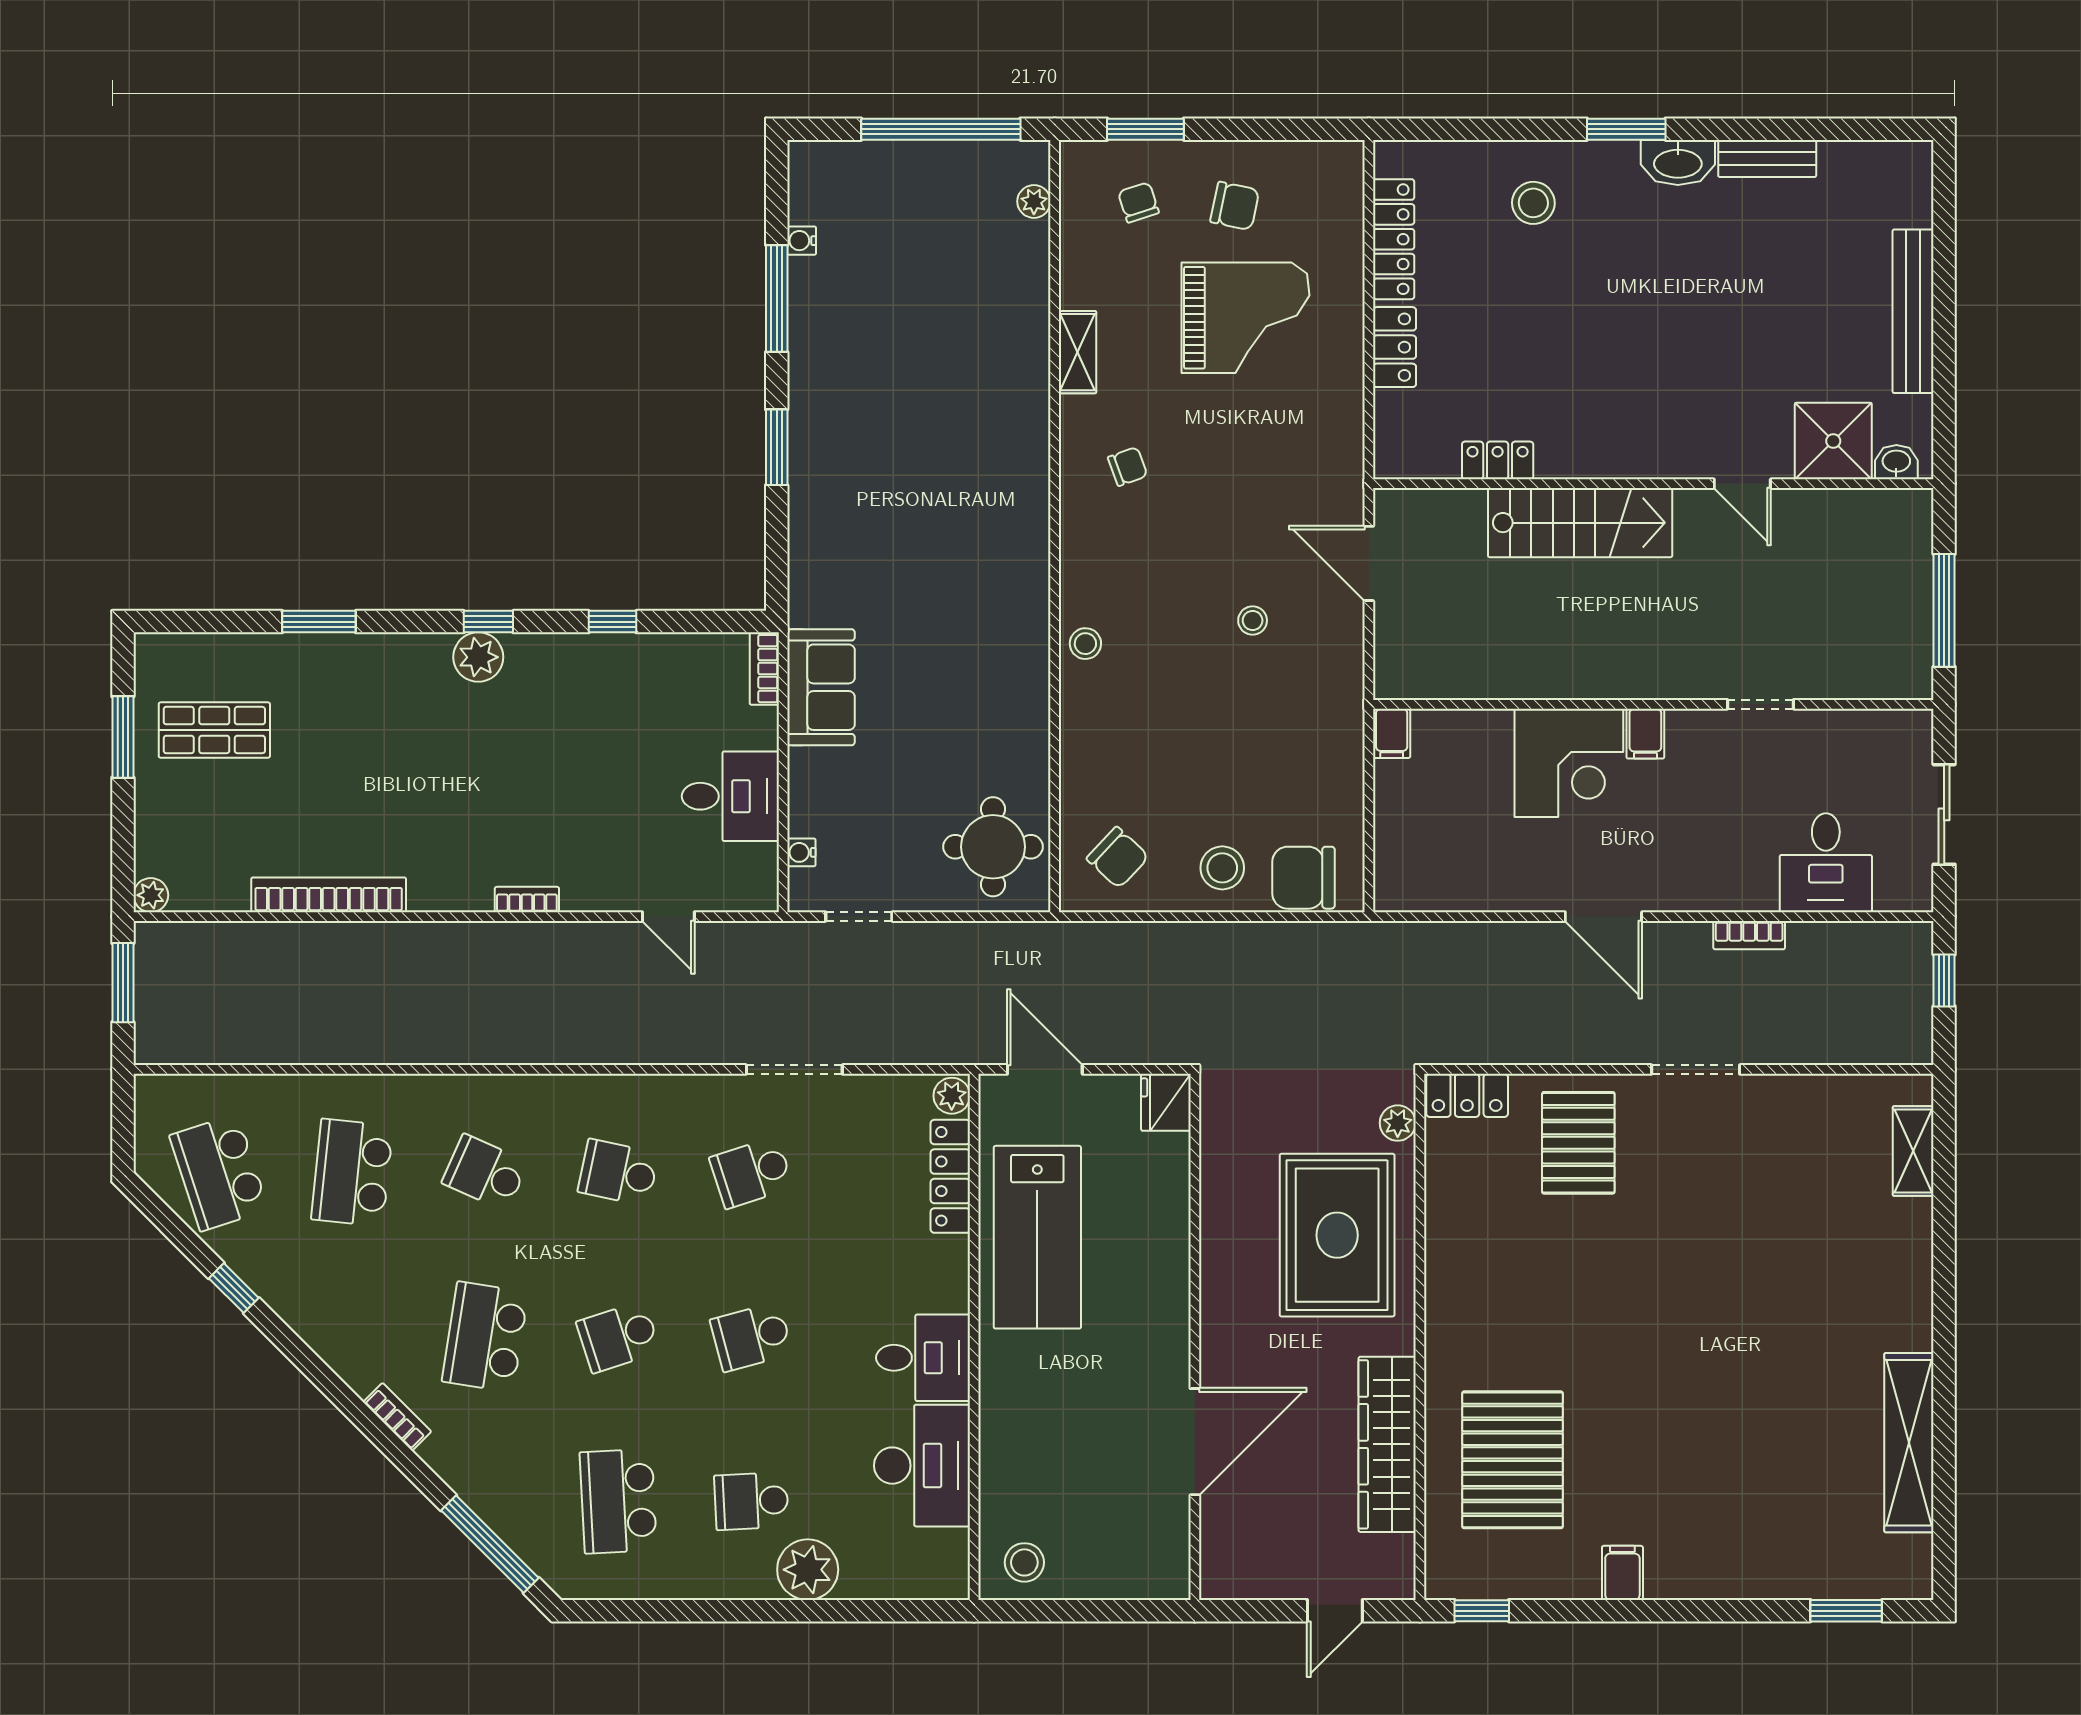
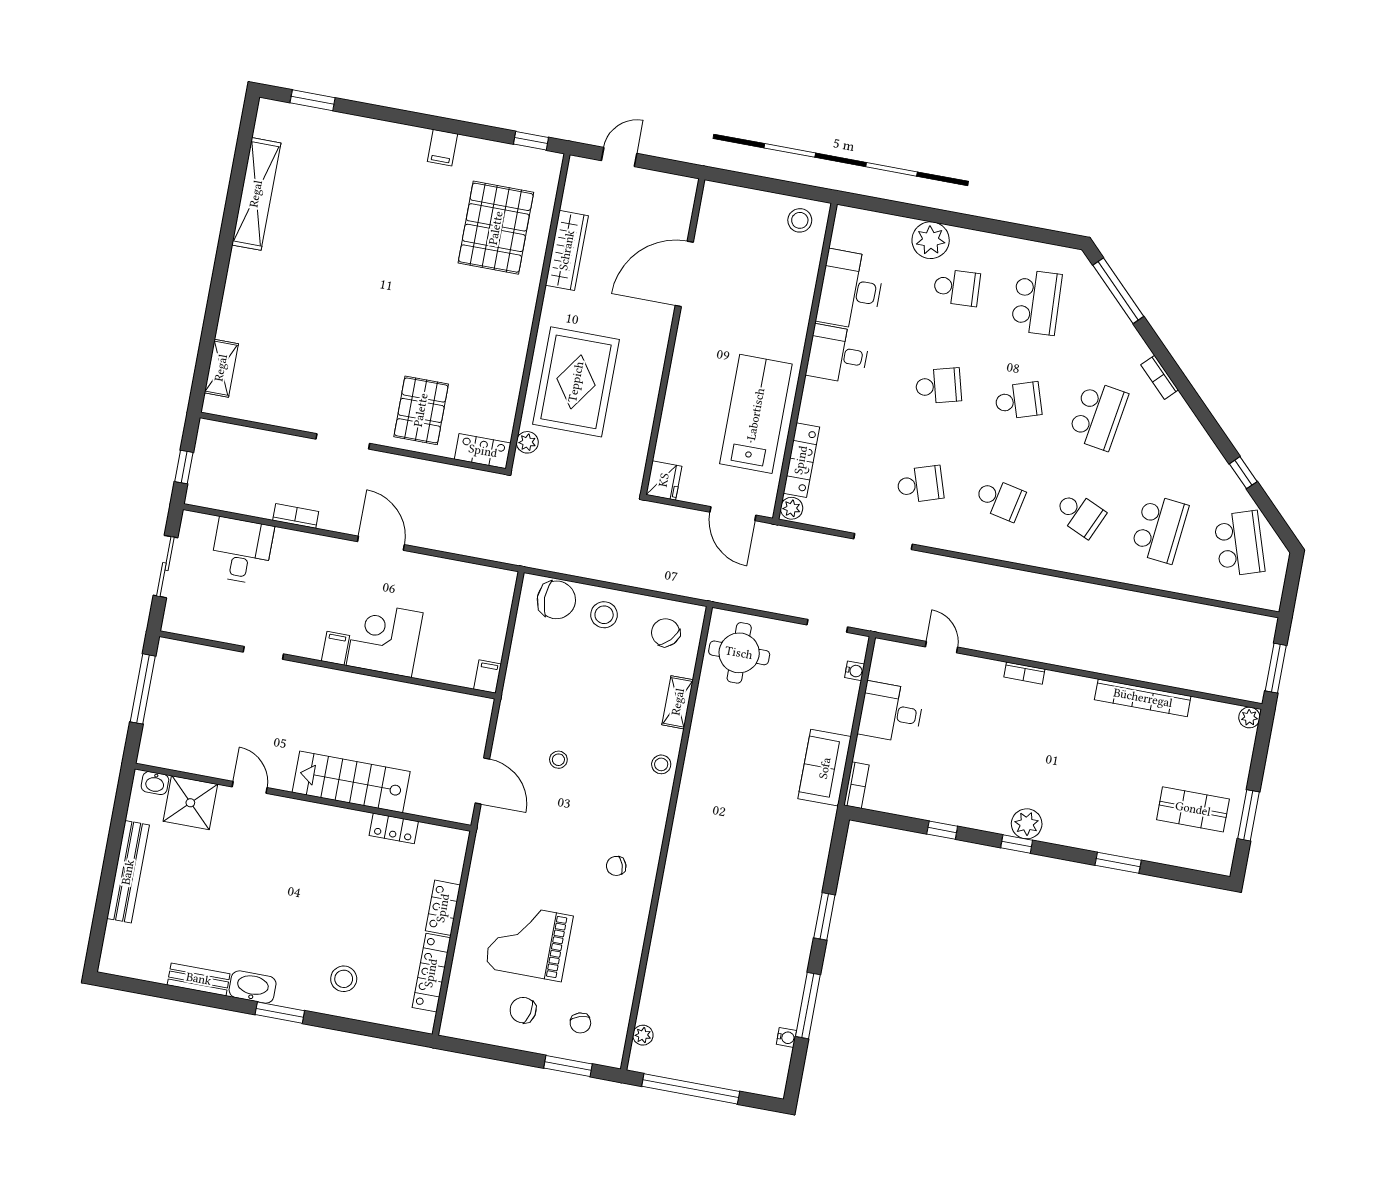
shelving: (1078, 352) -> (678, 702), moved
wardrobe: (1387, 1444) -> (567, 250), width x0.71, depth x0.85

